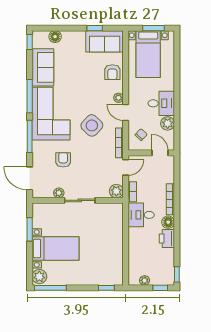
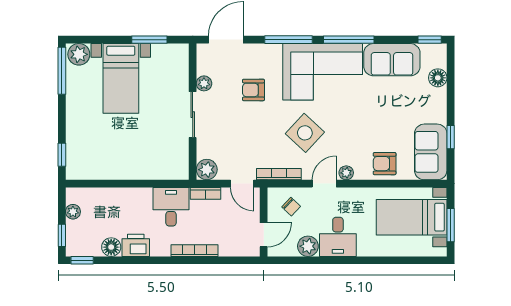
armchair: (63, 160) -> (253, 90), turned 180
floor lamp: (168, 222) -> (111, 247), moved

